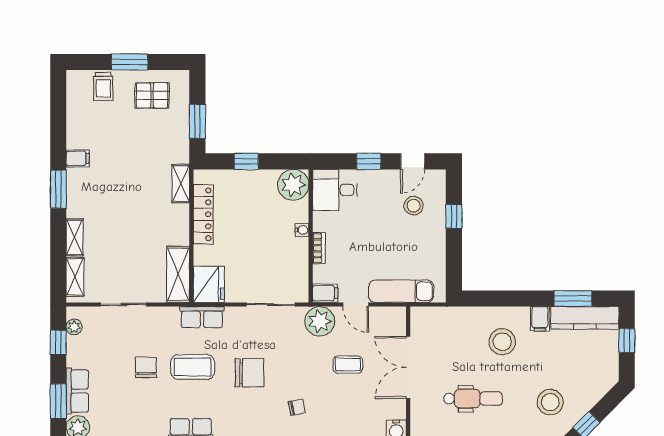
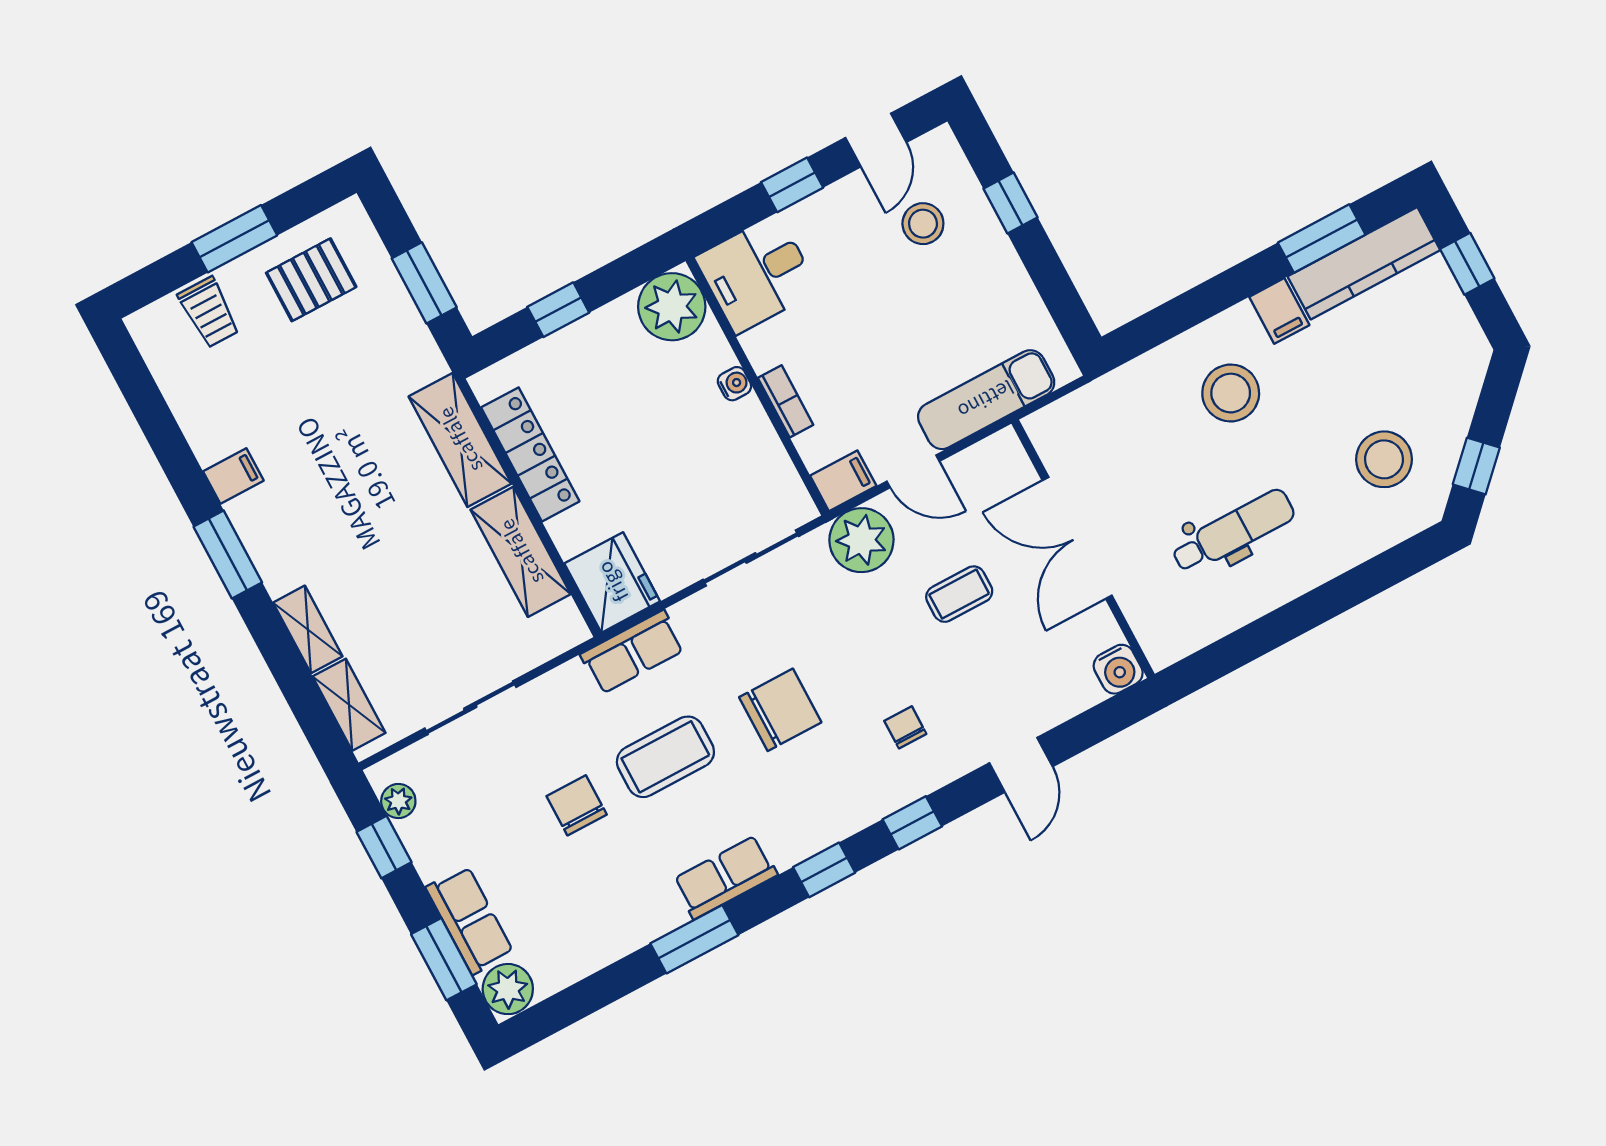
shelving: (181, 183) -> (460, 440), width x1.50, depth x1.33
shelving: (178, 274) -> (521, 552), moved
chair: (297, 407) -> (905, 727), turned -79

